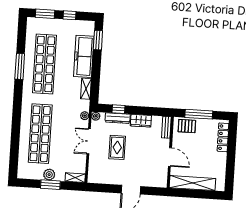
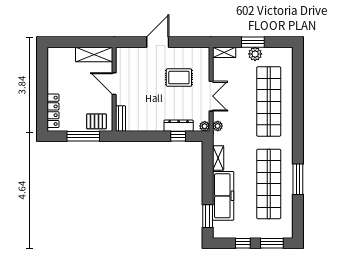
wardrobe: (141, 121) -> (151, 124), removed
rug: (117, 147) -> (179, 78), moved, turned 90
shelving: (192, 183) -> (94, 55), width x0.68

